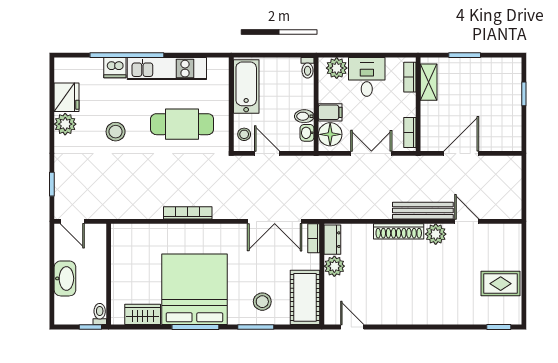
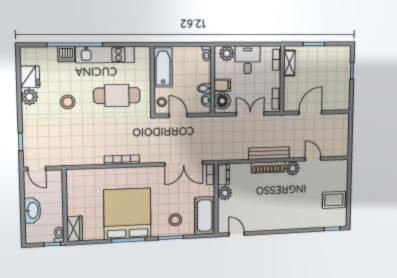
bench: (423, 211) -> (269, 153), moved
wardrobe: (143, 314) -> (75, 229), moved, turned 90

